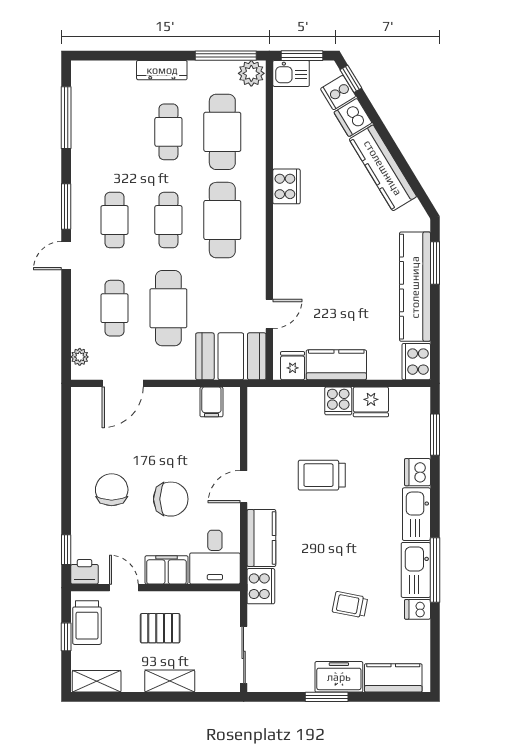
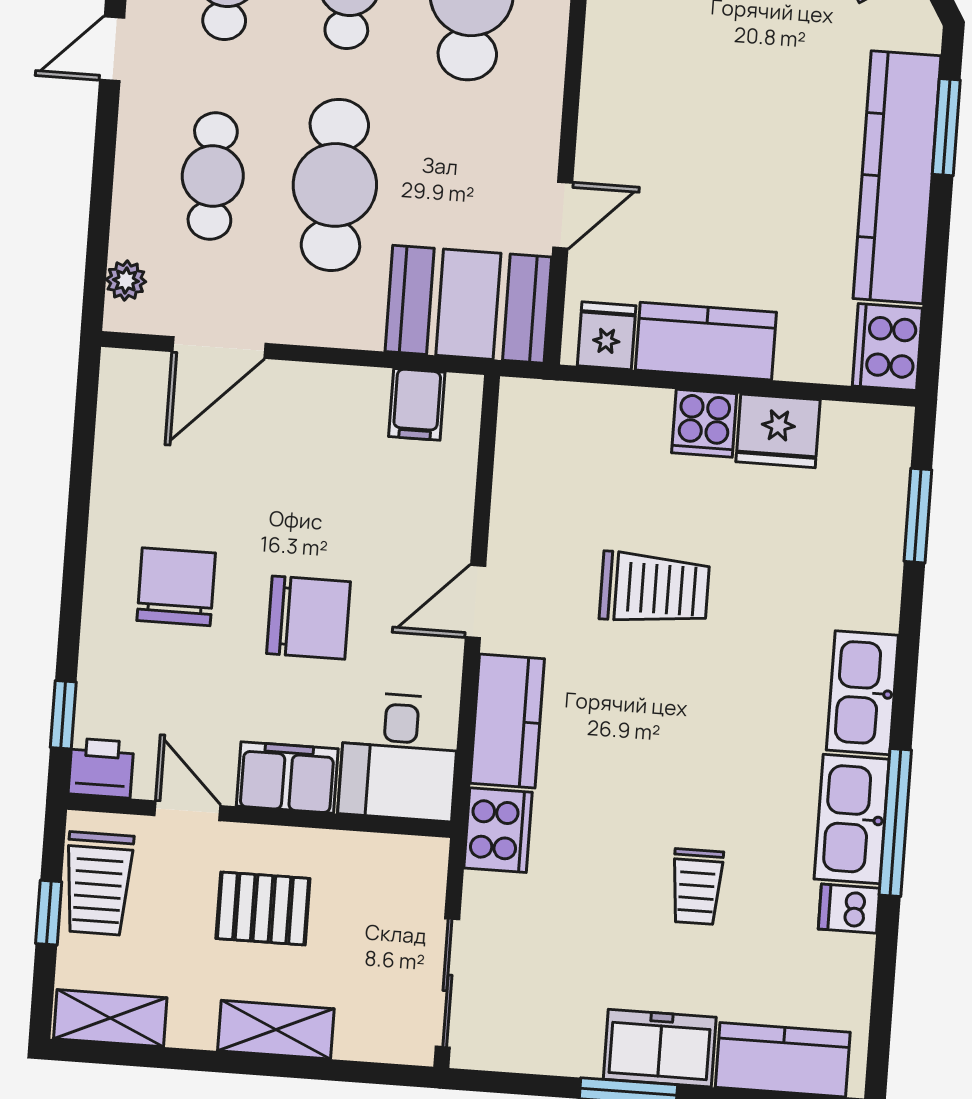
dishwasher: (418, 472) -> (872, 598), removed
trolley: (322, 475) -> (654, 589), turned 180
trolley: (350, 605) -> (697, 887), turned -101

